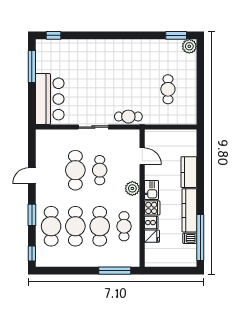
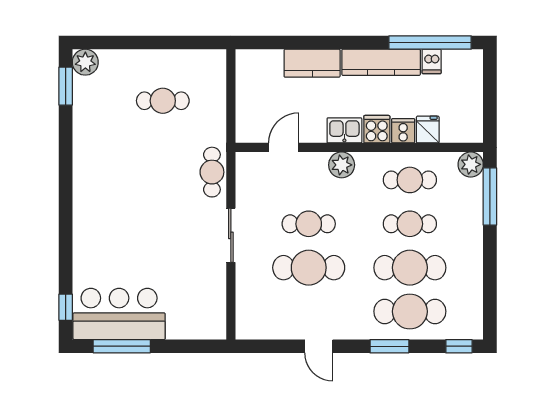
bar counter: (50, 99) -> (119, 314), moved
cafe table: (100, 226) -> (410, 224), width x0.73, depth x0.74
plant: (133, 260) -> (471, 164), added

